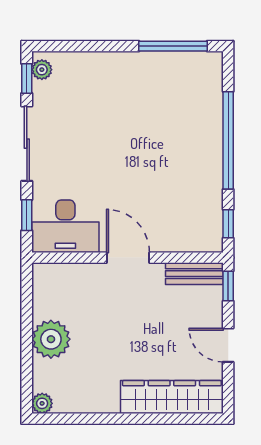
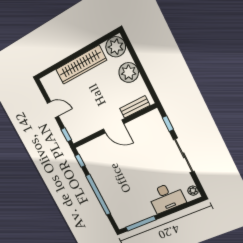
window: (27, 79) -> (198, 184), removed
desk: (65, 226) -> (166, 197), moved, turned 180
bench: (194, 274) -> (135, 107), moved
wardrobe: (172, 397) -> (81, 65), moved
plant: (42, 403) -> (116, 47), width x1.88, depth x1.88

